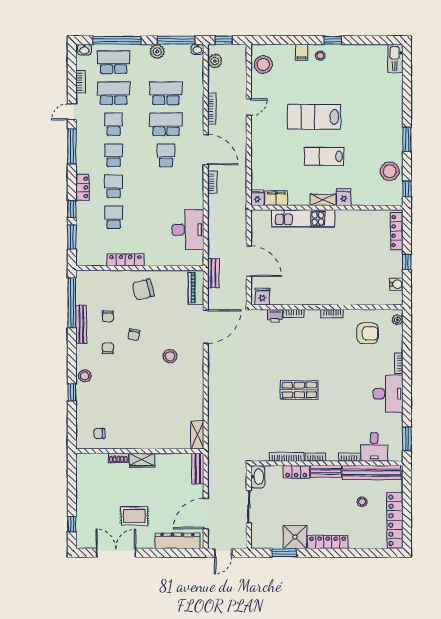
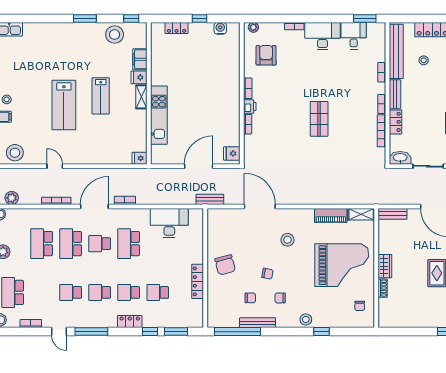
school desk: (114, 93) -> (129, 244), moved
filing cabinet: (276, 198) -> (140, 59), moved
locker: (397, 231) -> (177, 28), width x0.66
piano: (196, 287) -> (331, 216), moved
printer: (275, 316) -> (250, 107), moved
grand piano: (143, 414) -> (342, 265), added
desk: (374, 447) -> (354, 36), moved, turned -90

